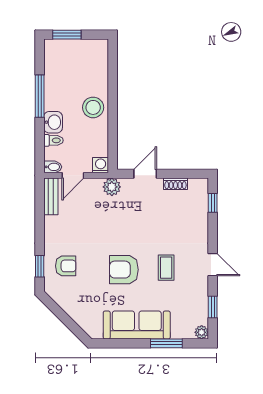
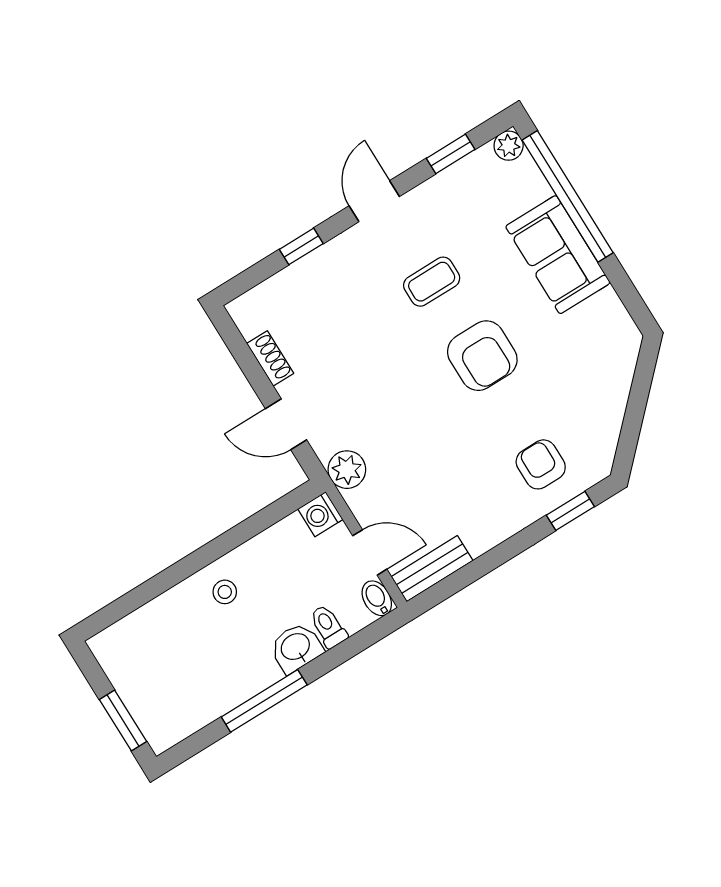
stool: (93, 107) -> (225, 592), width x0.53, depth x0.53
window: (213, 203) -> (301, 246), moved
sofa: (137, 325) -> (558, 255), width x0.73
window: (166, 343) -> (568, 196), width x2.11

